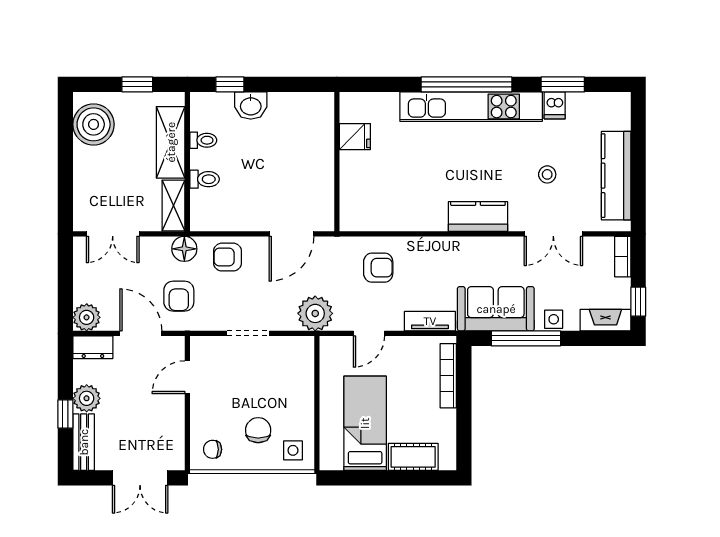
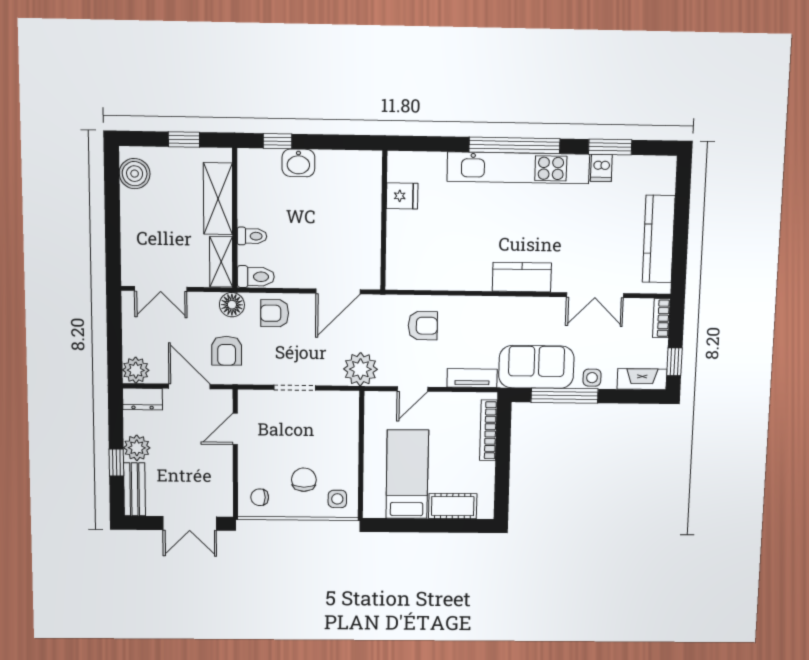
boiler: (94, 124) -> (135, 174), width x0.73, depth x0.73
toilet: (203, 140) -> (256, 277), moved, width x1.37, depth x1.39
stool: (547, 174) -> (591, 237), removed

